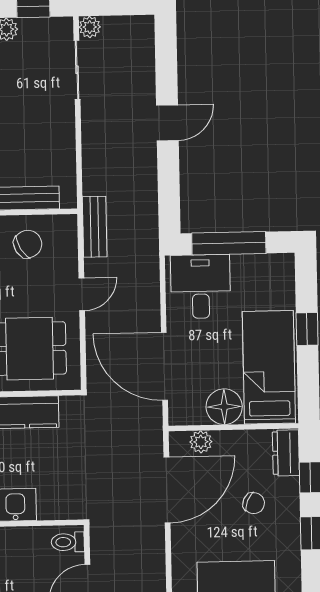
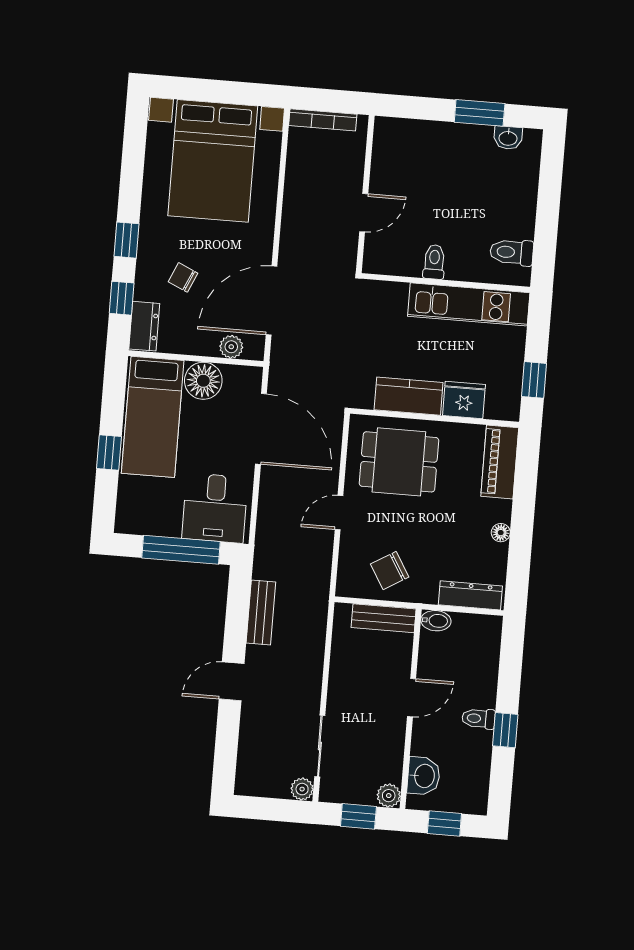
bench: (95, 227) -> (261, 612), moved
toilet: (68, 542) -> (434, 262), moved, turned -90

